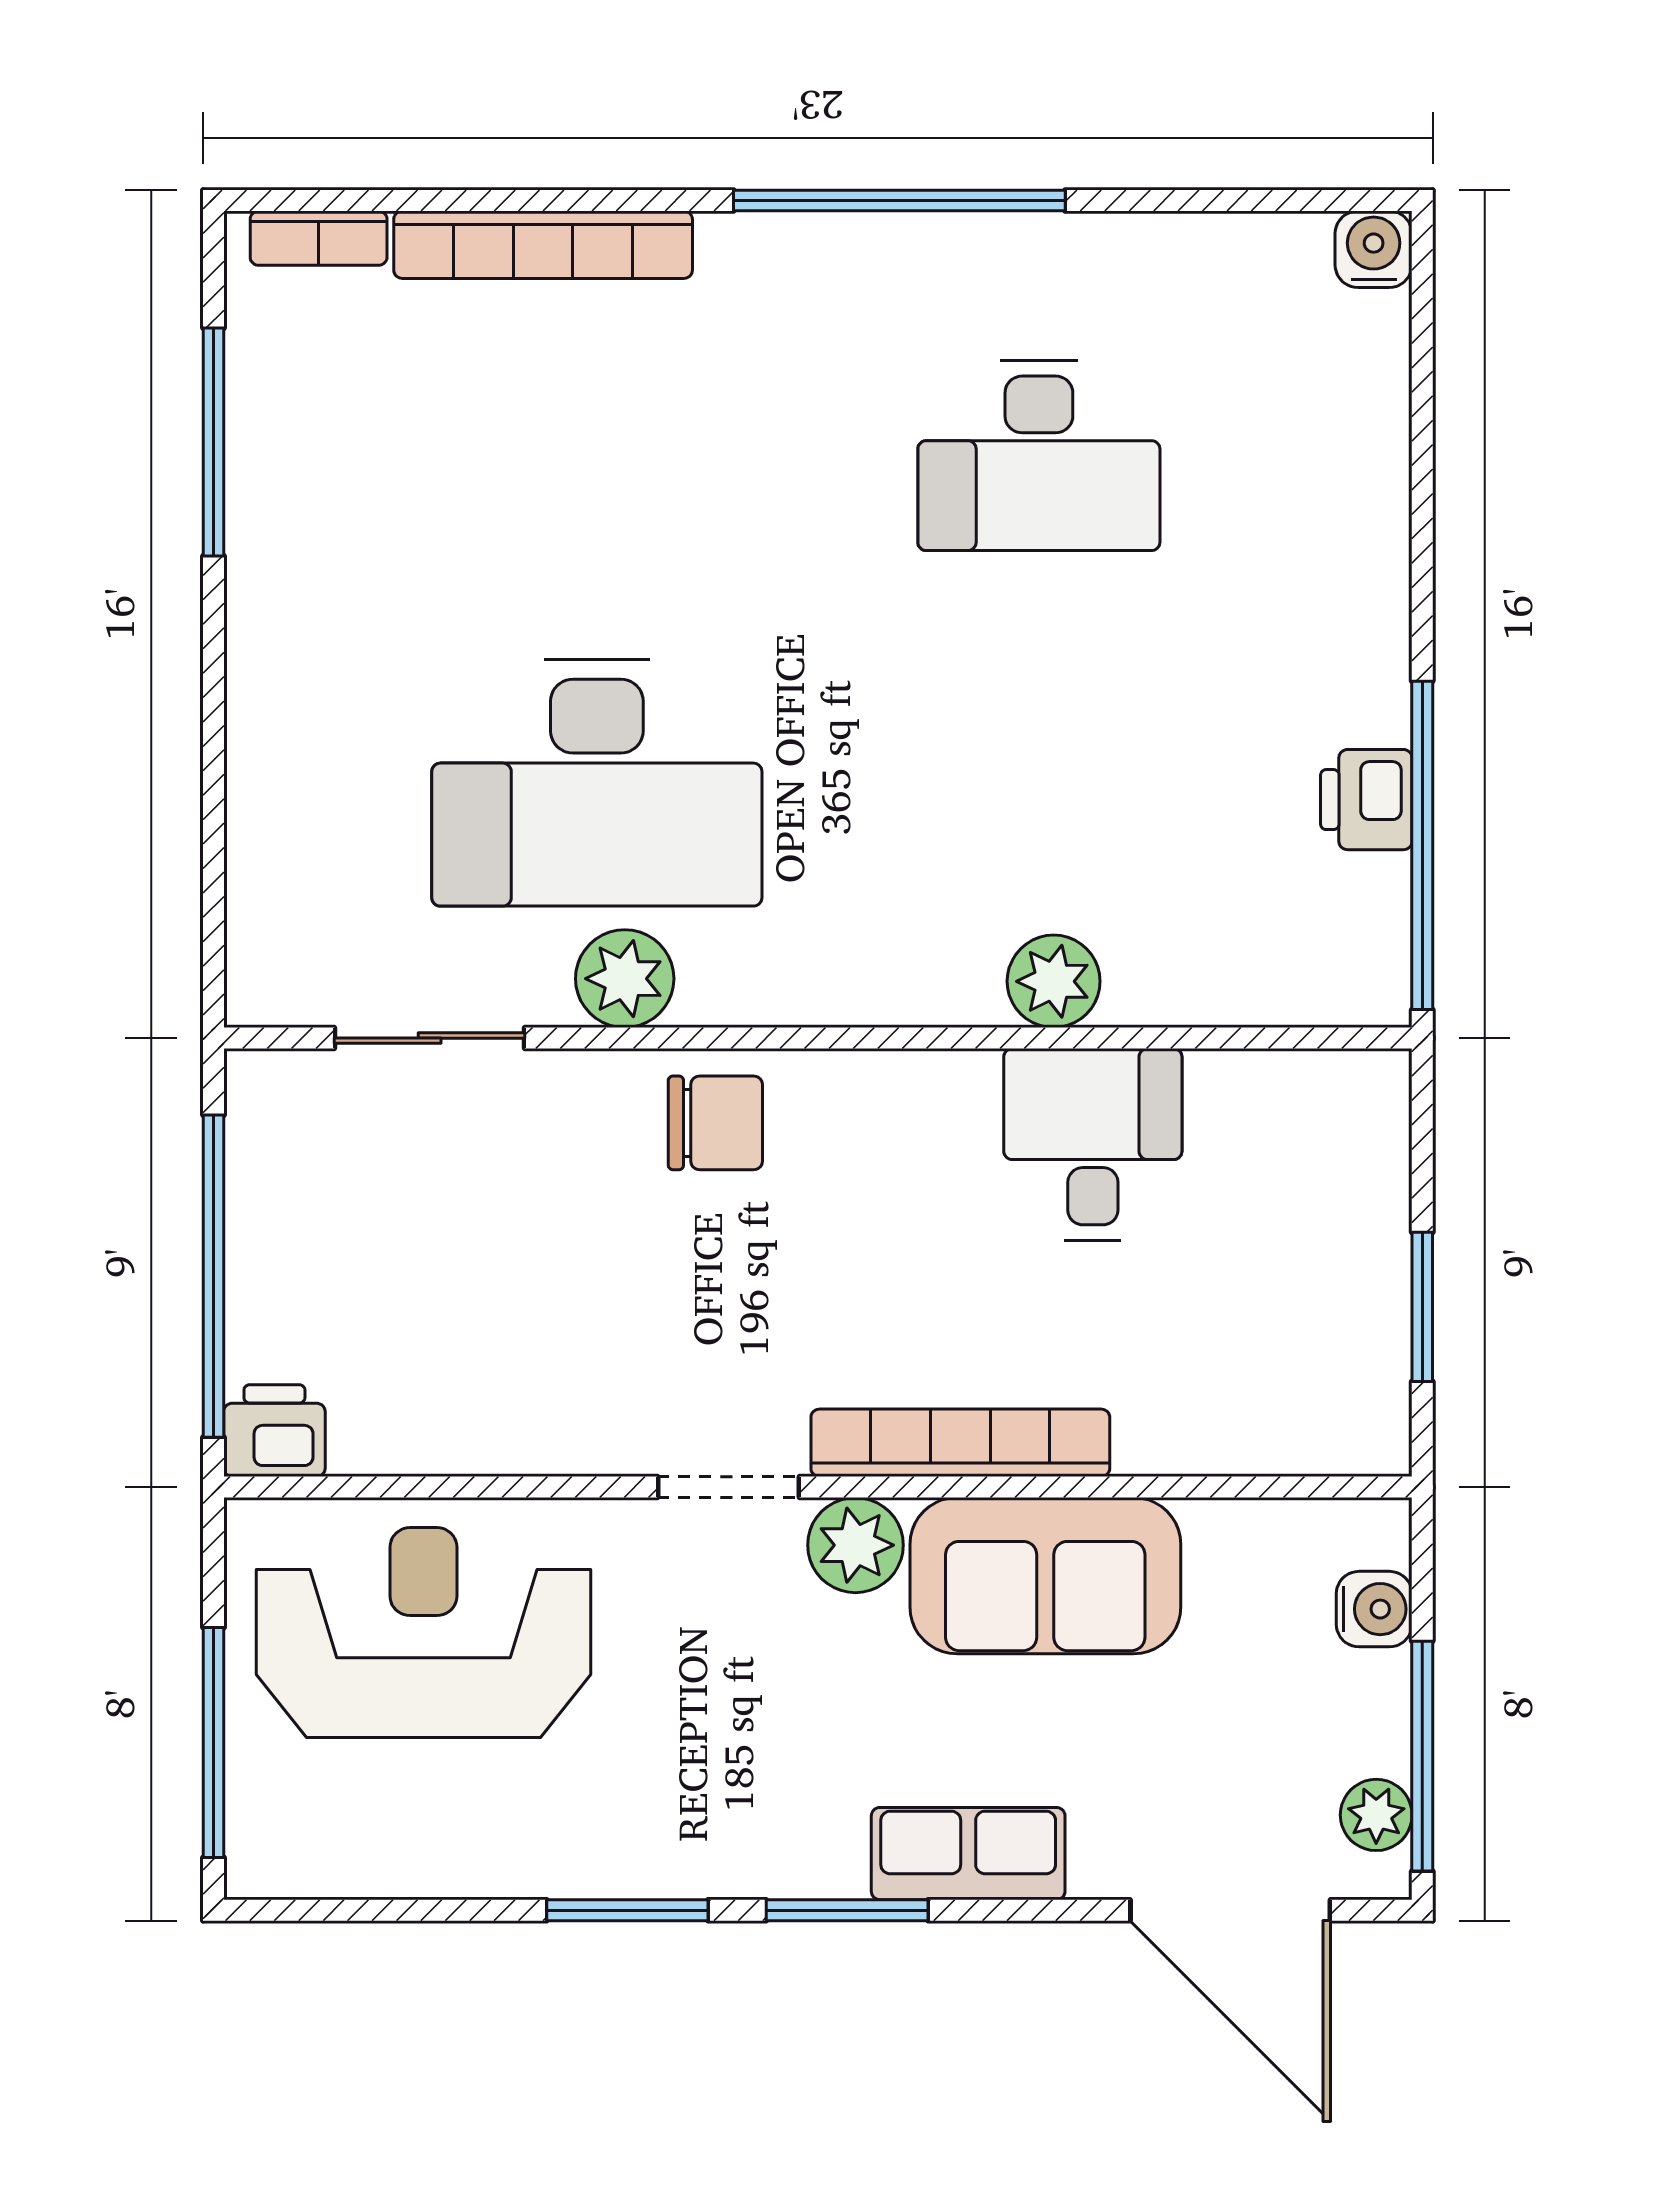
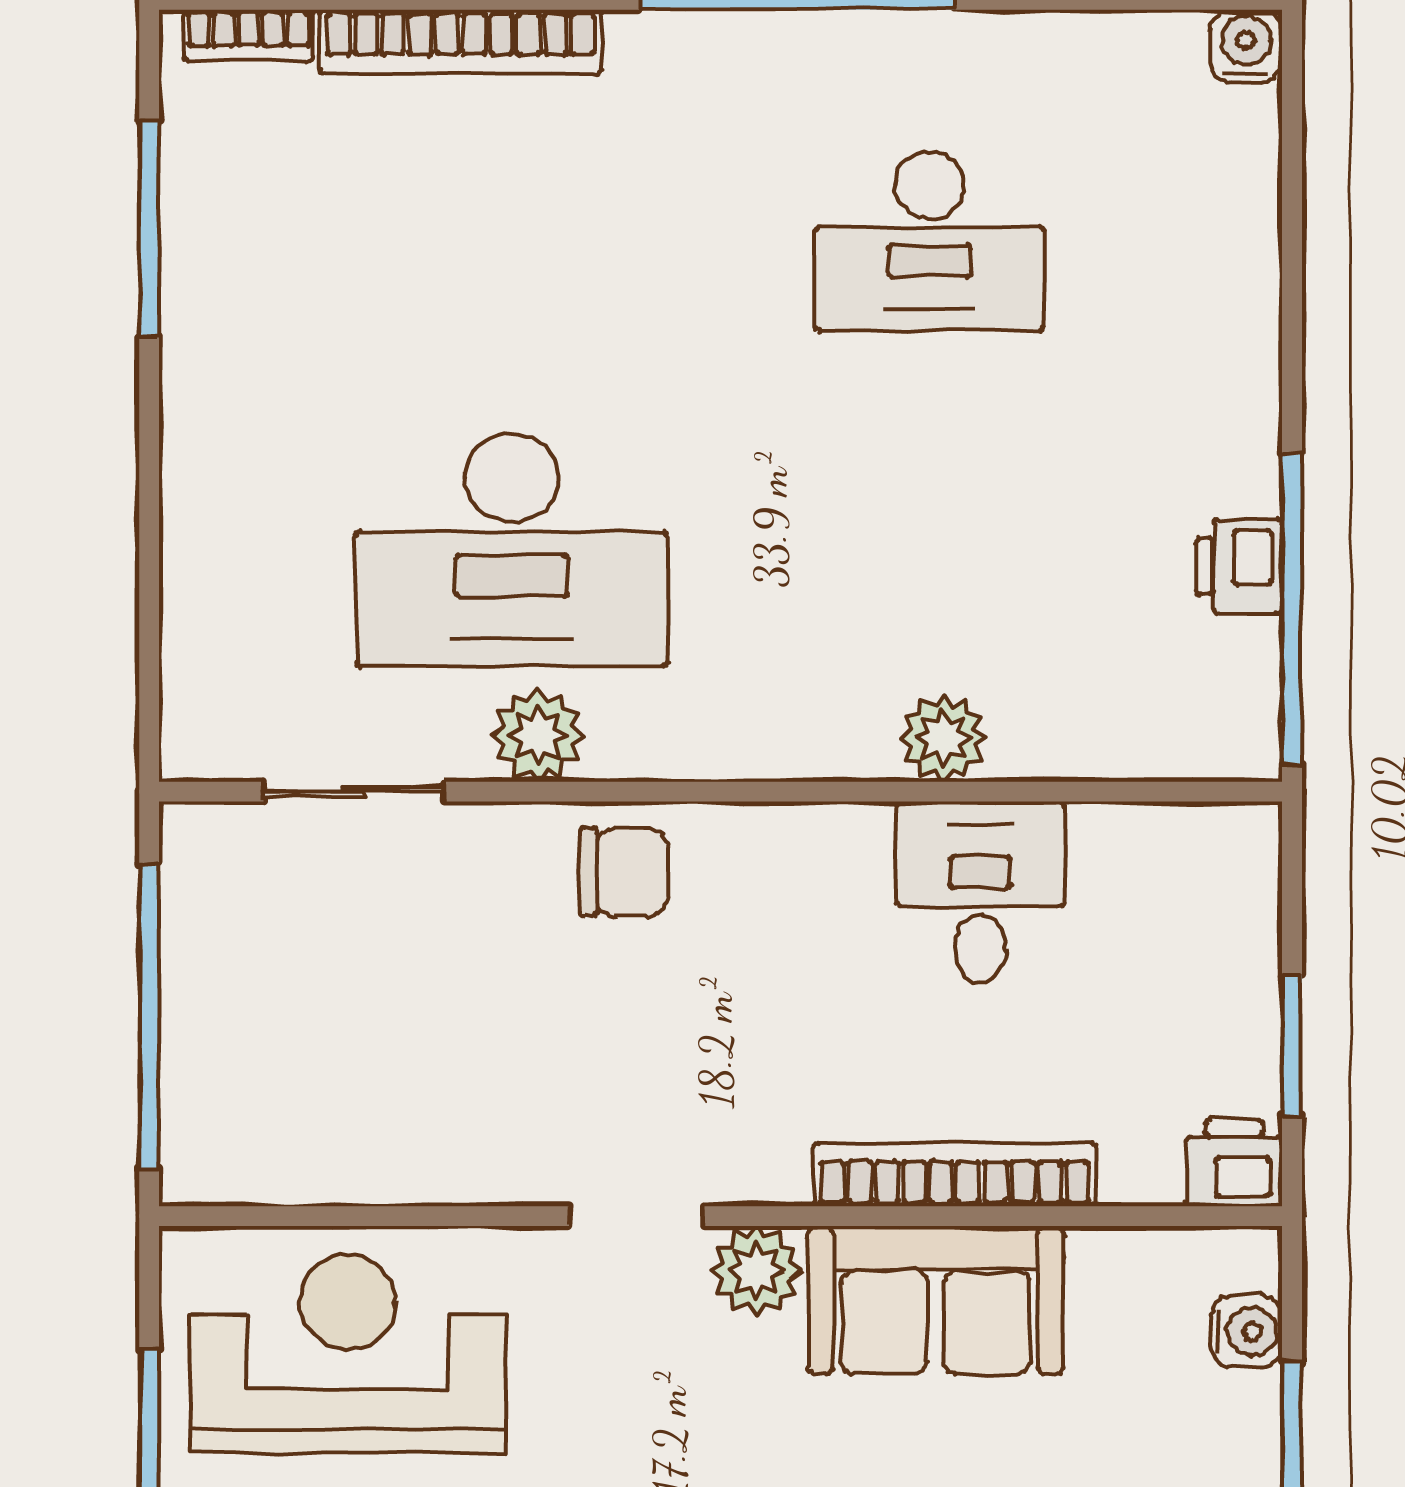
printer: (274, 1431) -> (1234, 1163), moved
bookcase: (960, 1443) -> (955, 1174), moved

